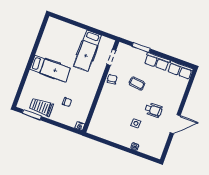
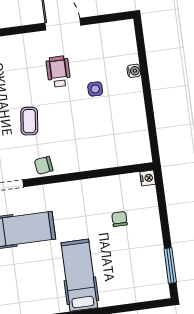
trolley: (41, 107) -> (149, 257), removed

